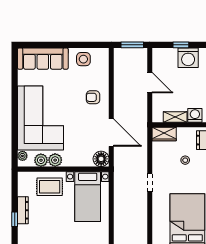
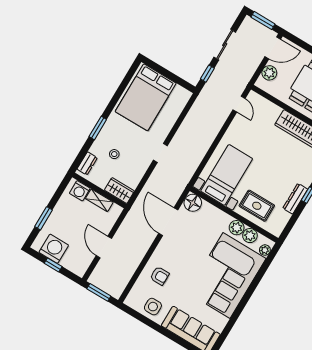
armchair: (93, 97) -> (160, 276), moved

